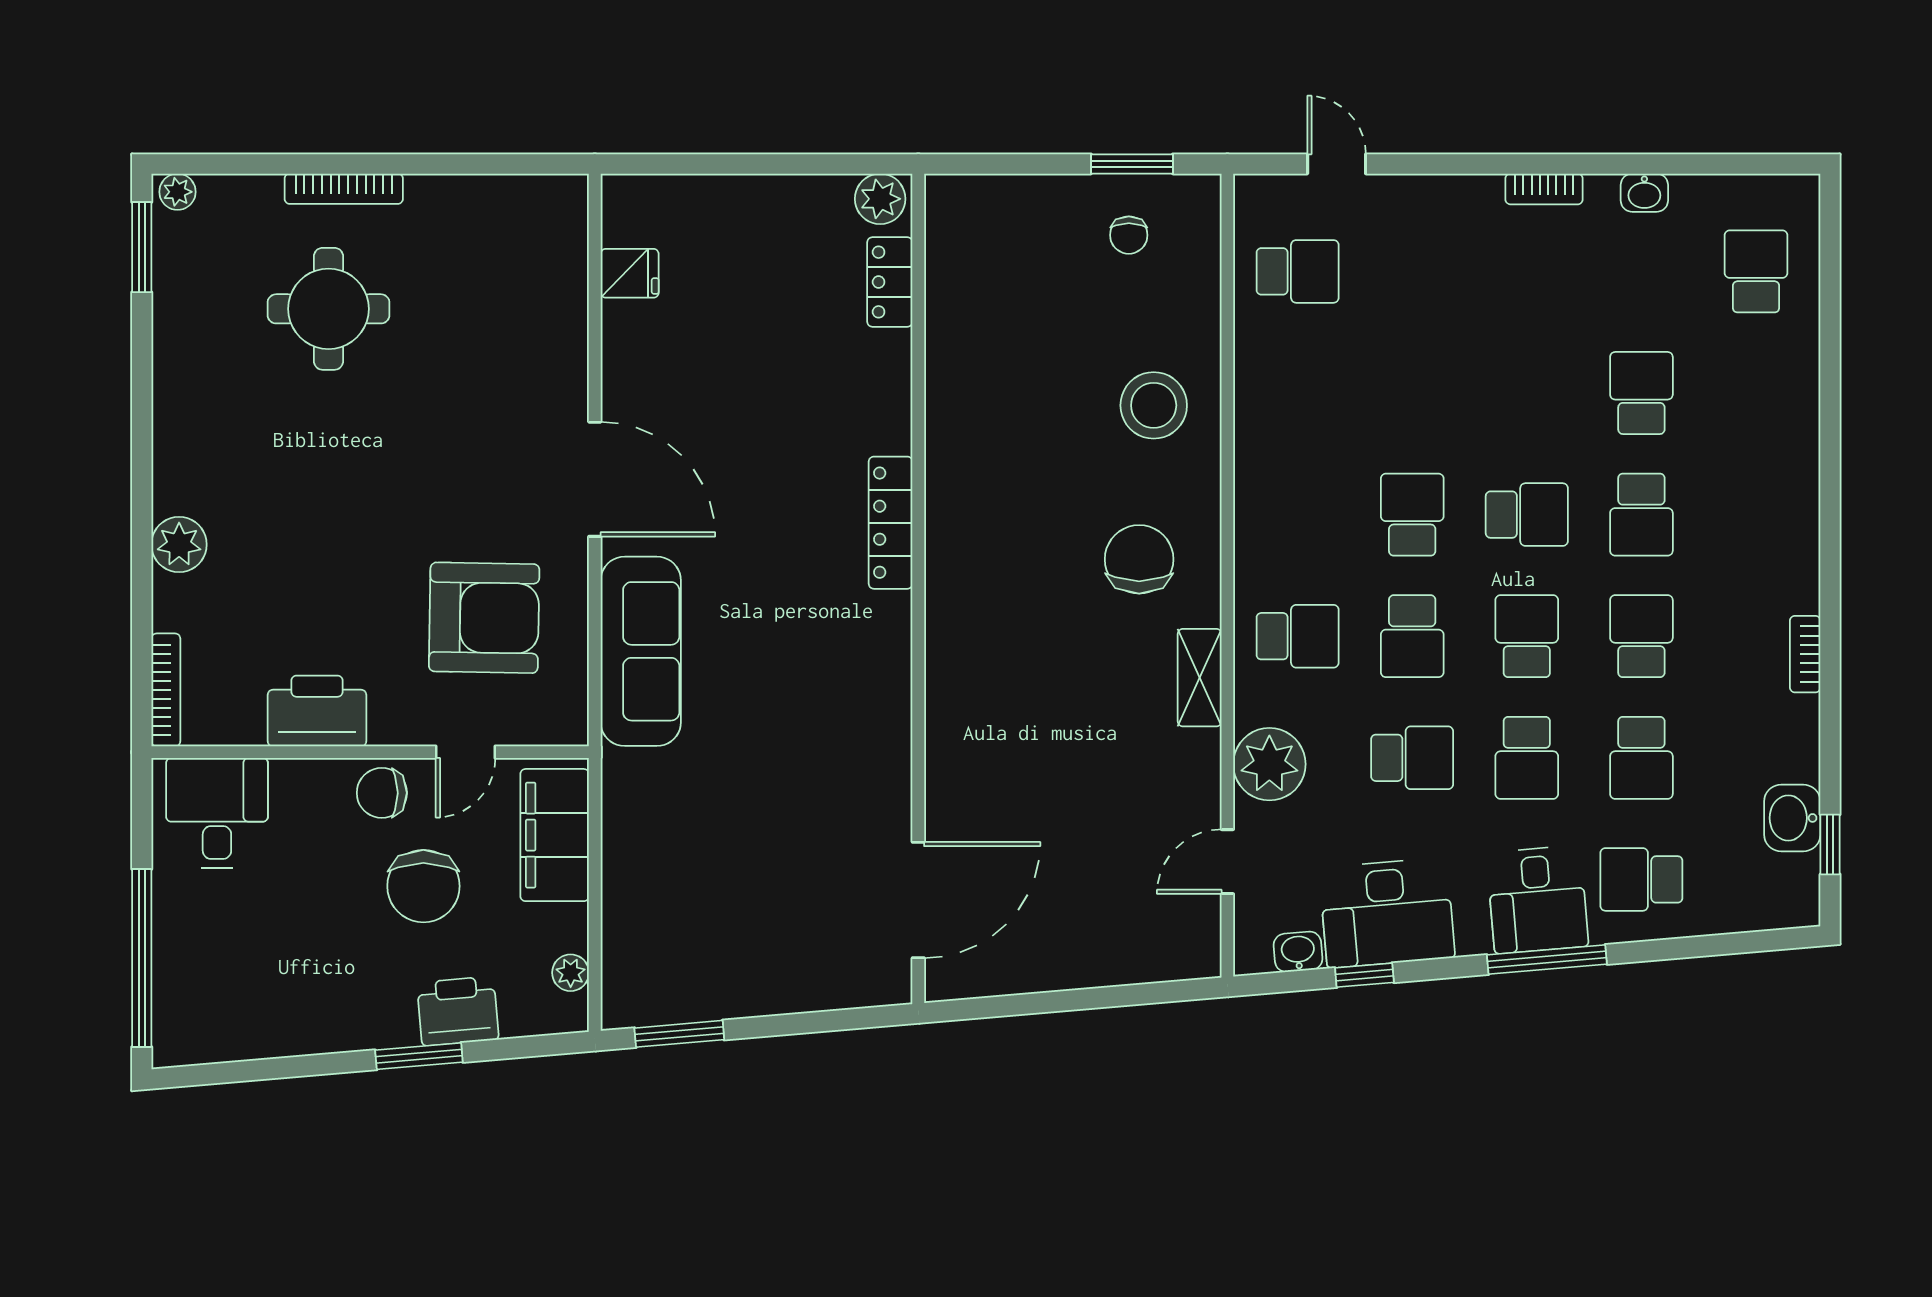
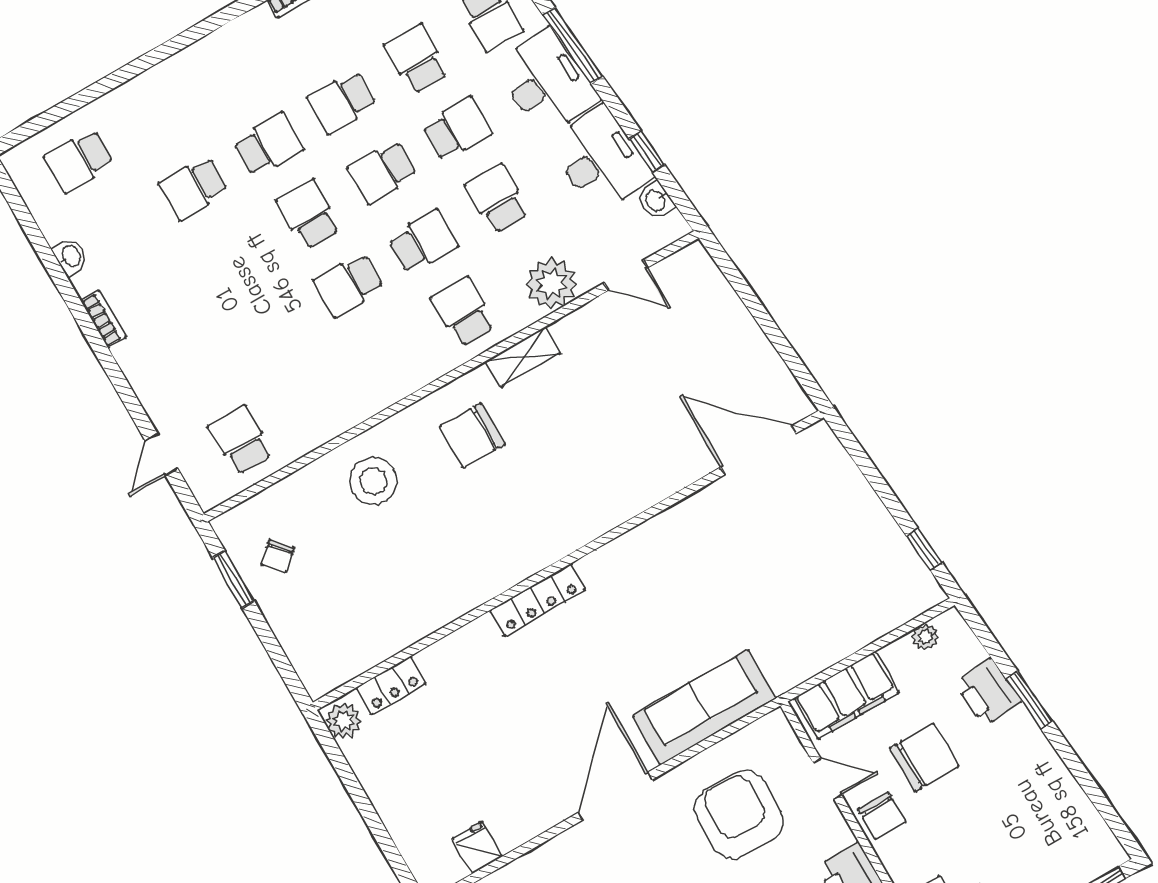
chair: (1129, 235) -> (278, 556), turned 138
school desk: (1641, 758) -> (416, 59), turned -90
desk: (1538, 900) -> (547, 83), width x1.37
window: (679, 1034) -> (924, 549), width x0.67

